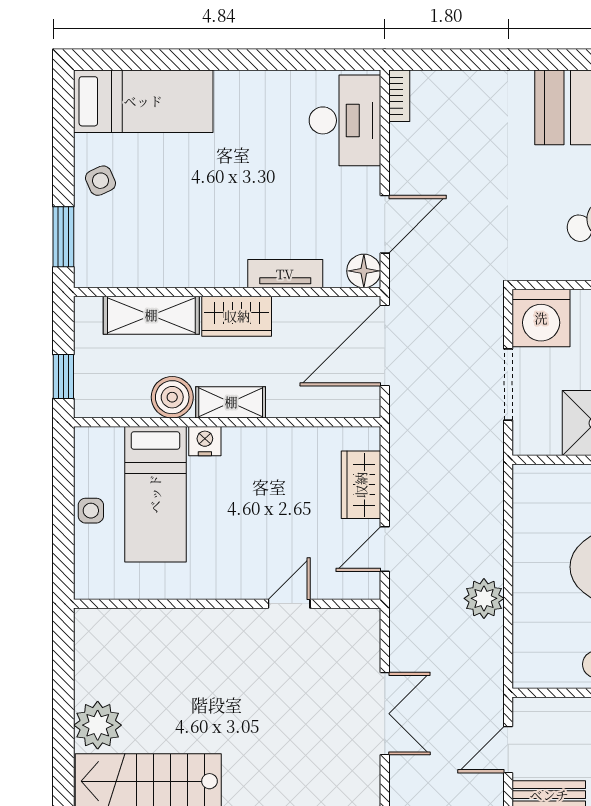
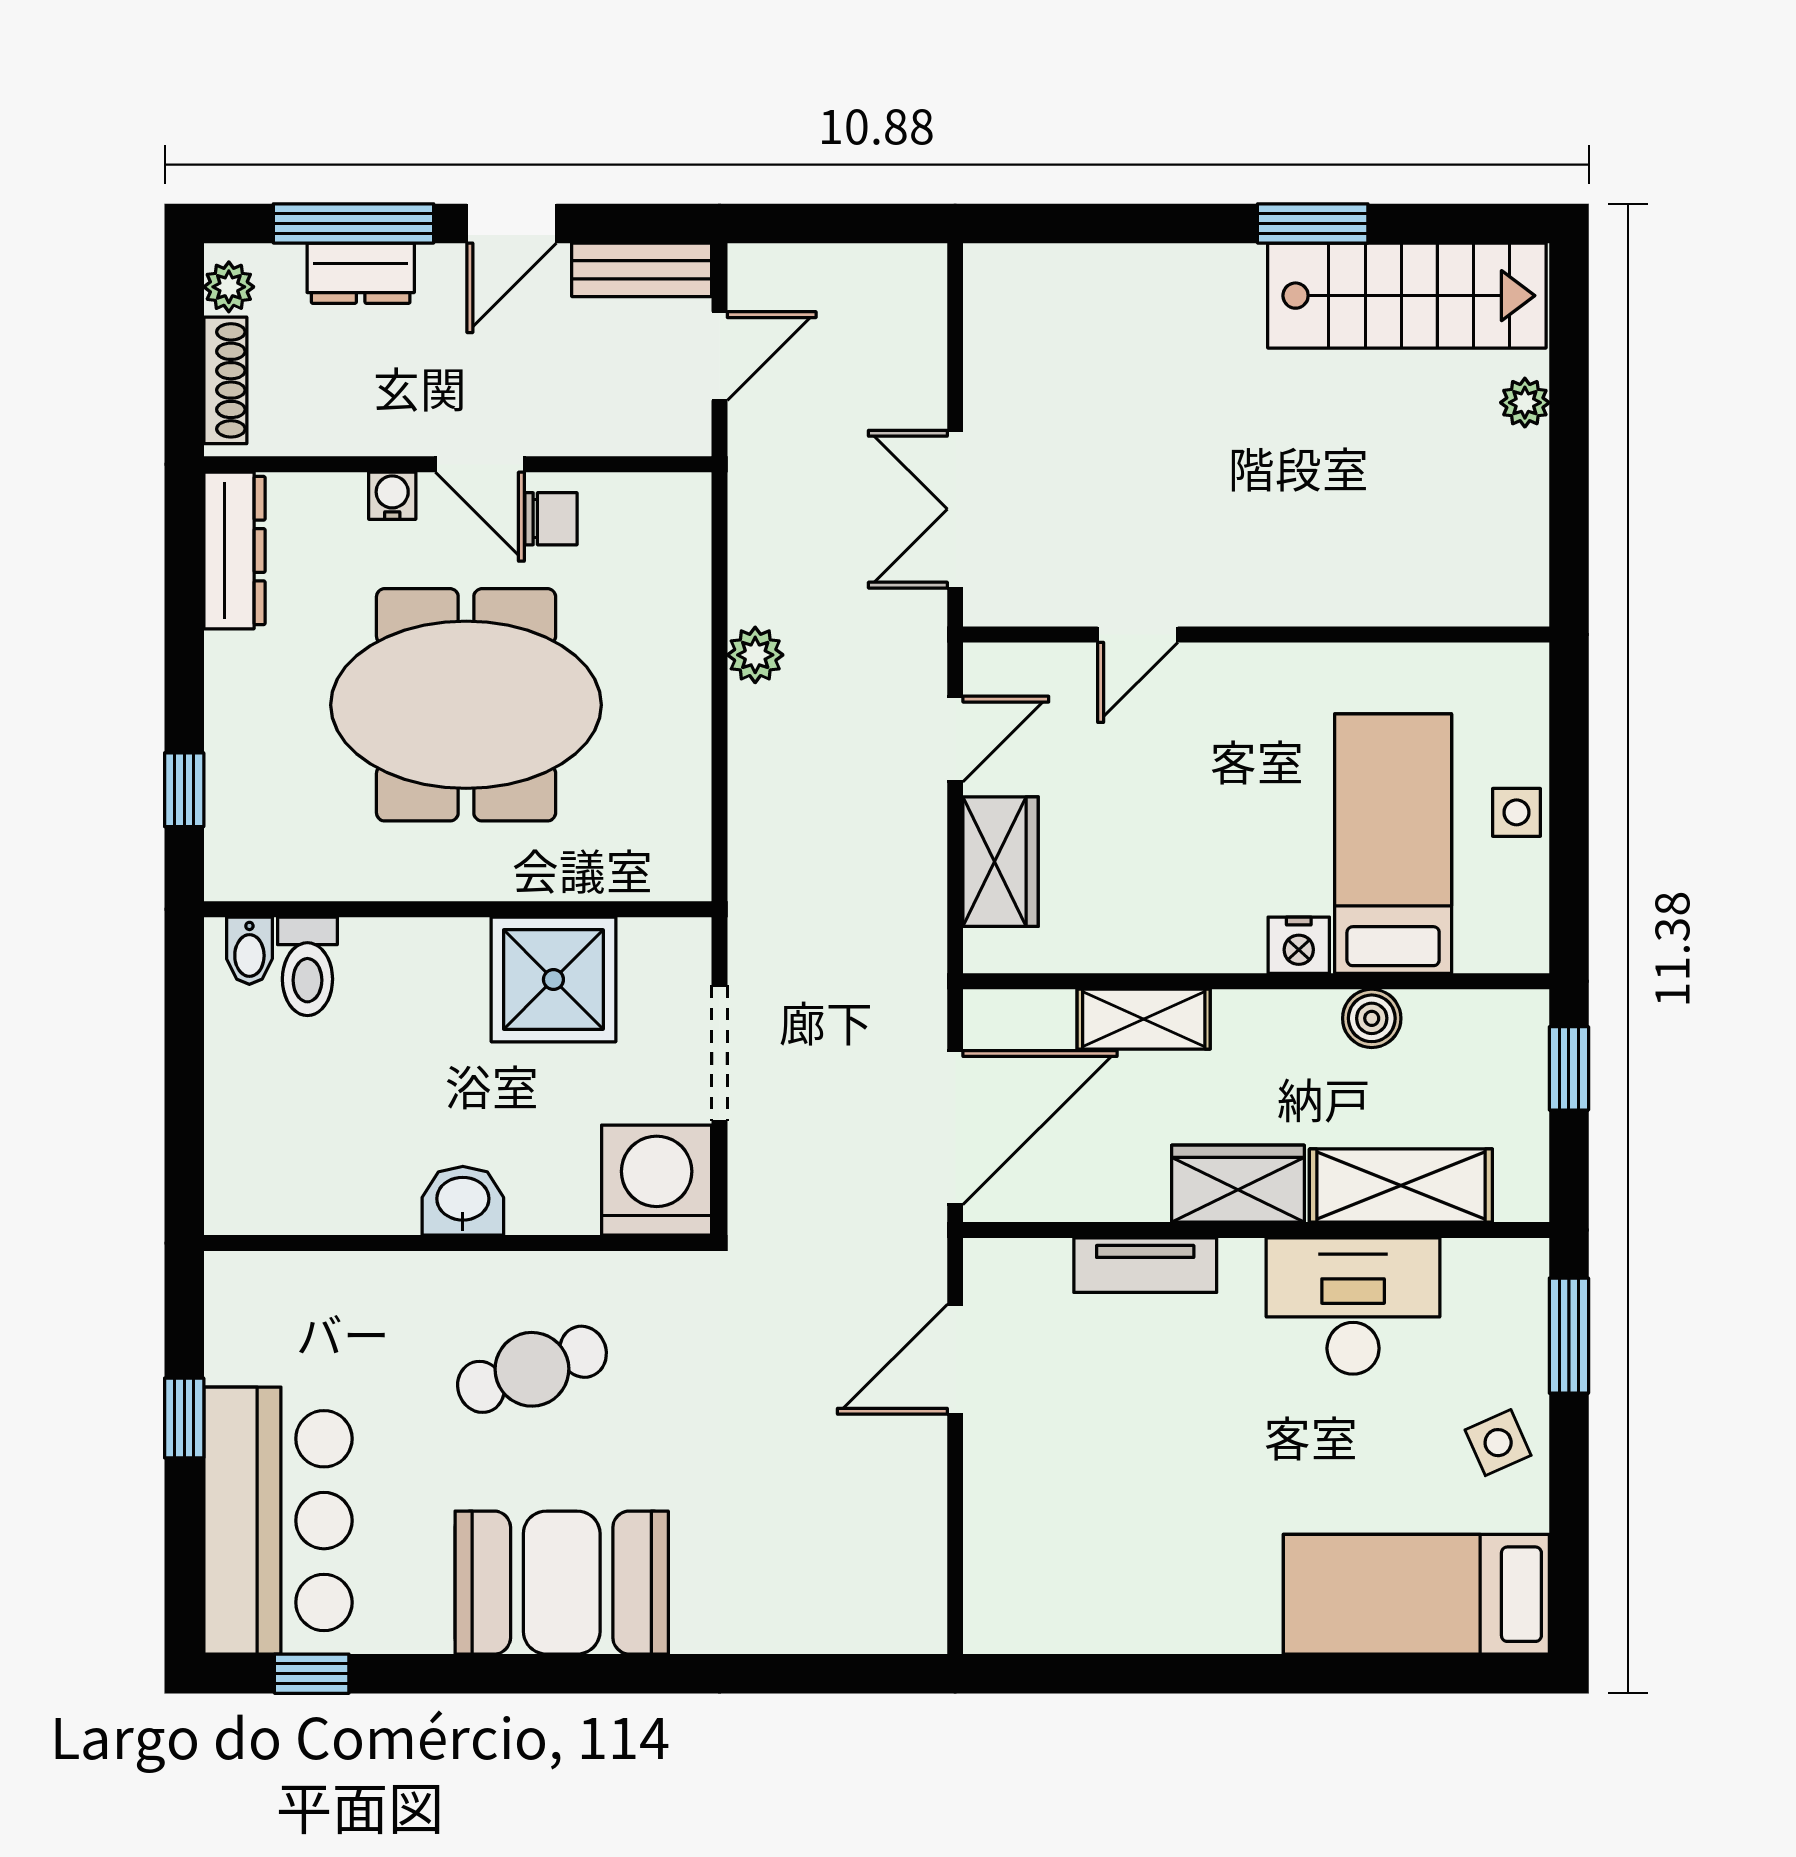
bookcase: (399, 96) -> (928, 1605), removed
desk: (345, 120) -> (1353, 1306), moved, turned 90
floor lamp: (364, 271) -> (995, 1270), removed
boiler: (172, 397) -> (1372, 1018), width x0.73, depth x0.73
shelving: (231, 402) -> (1144, 1019), moved
plant: (484, 598) -> (755, 655), width x0.73, depth x0.73
double door: (385, 714) -> (955, 509), moved
plant: (98, 725) -> (1525, 403), width x0.53, depth x0.53

